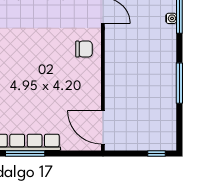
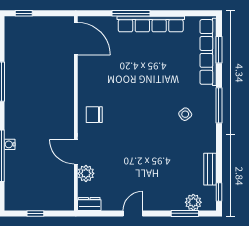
window: (25, 153) -> (131, 13), moved

